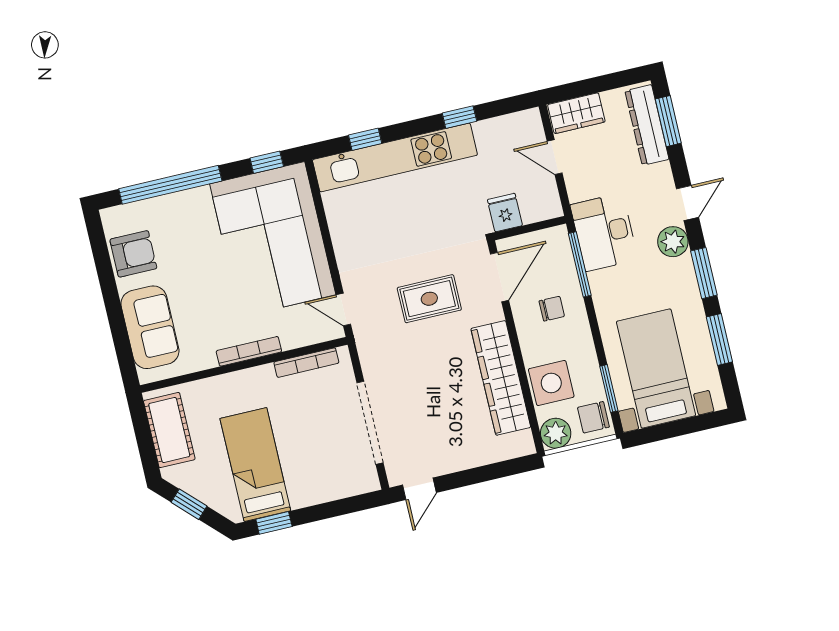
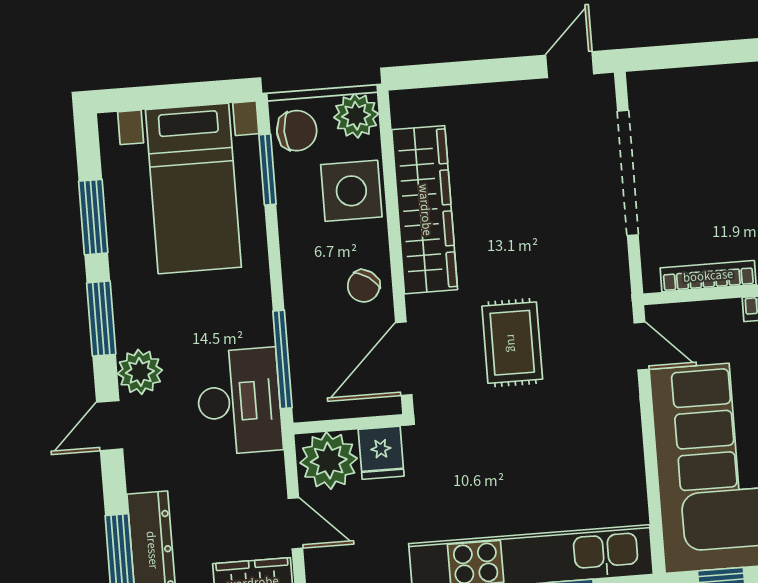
plant: (539, 202) -> (329, 461), added
rug: (429, 299) -> (512, 343), turned 90
chair: (552, 309) -> (364, 286), moved, turned -55

